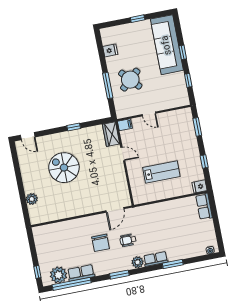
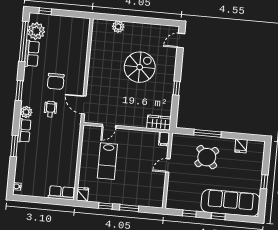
window: (197, 127) -> (129, 208), moved
door: (123, 154) -> (109, 126), moved
chair: (101, 243) -> (56, 81), turned -90

